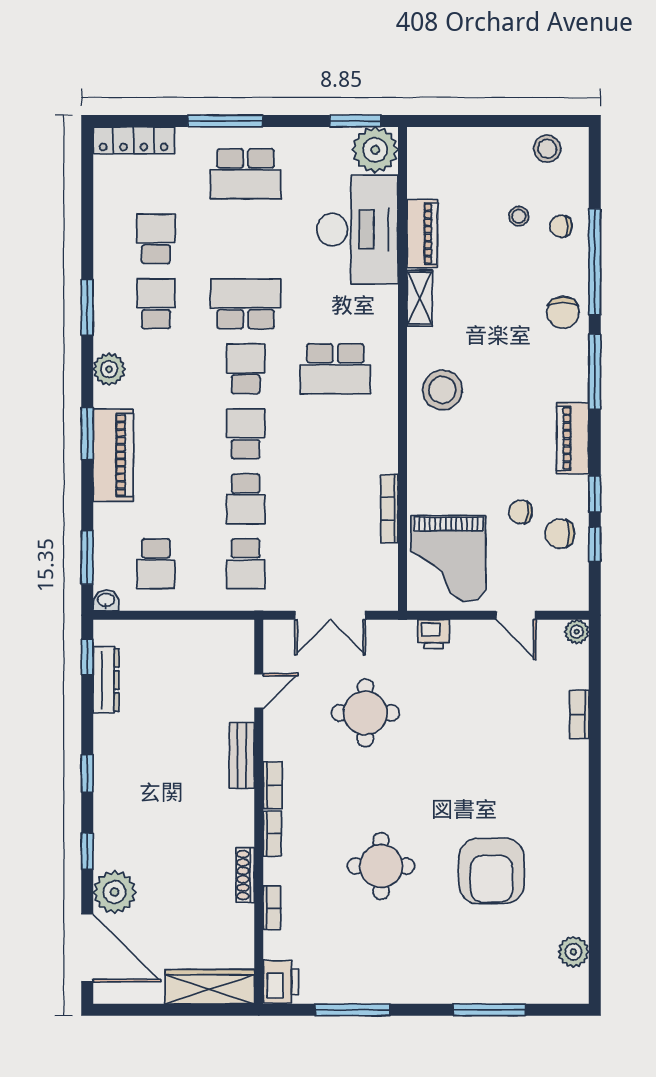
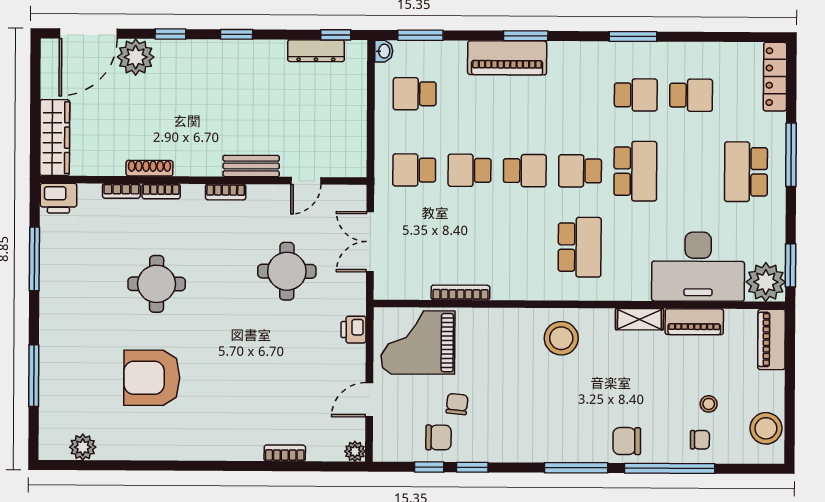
stool: (547, 149) -> (766, 428), width x1.38, depth x1.38
chair: (561, 226) -> (700, 440), turned 90
plant: (109, 369) -> (580, 55), removed
school desk: (246, 369) -> (580, 171), turned 180
school desk: (335, 369) -> (580, 247), turned 180
piano: (573, 438) -> (772, 339), moved, turned -90
chair: (560, 534) -> (439, 437), turned 91
door: (259, 691) -> (306, 181), hinge flipped
bookcase: (272, 834) -> (161, 191), moved

